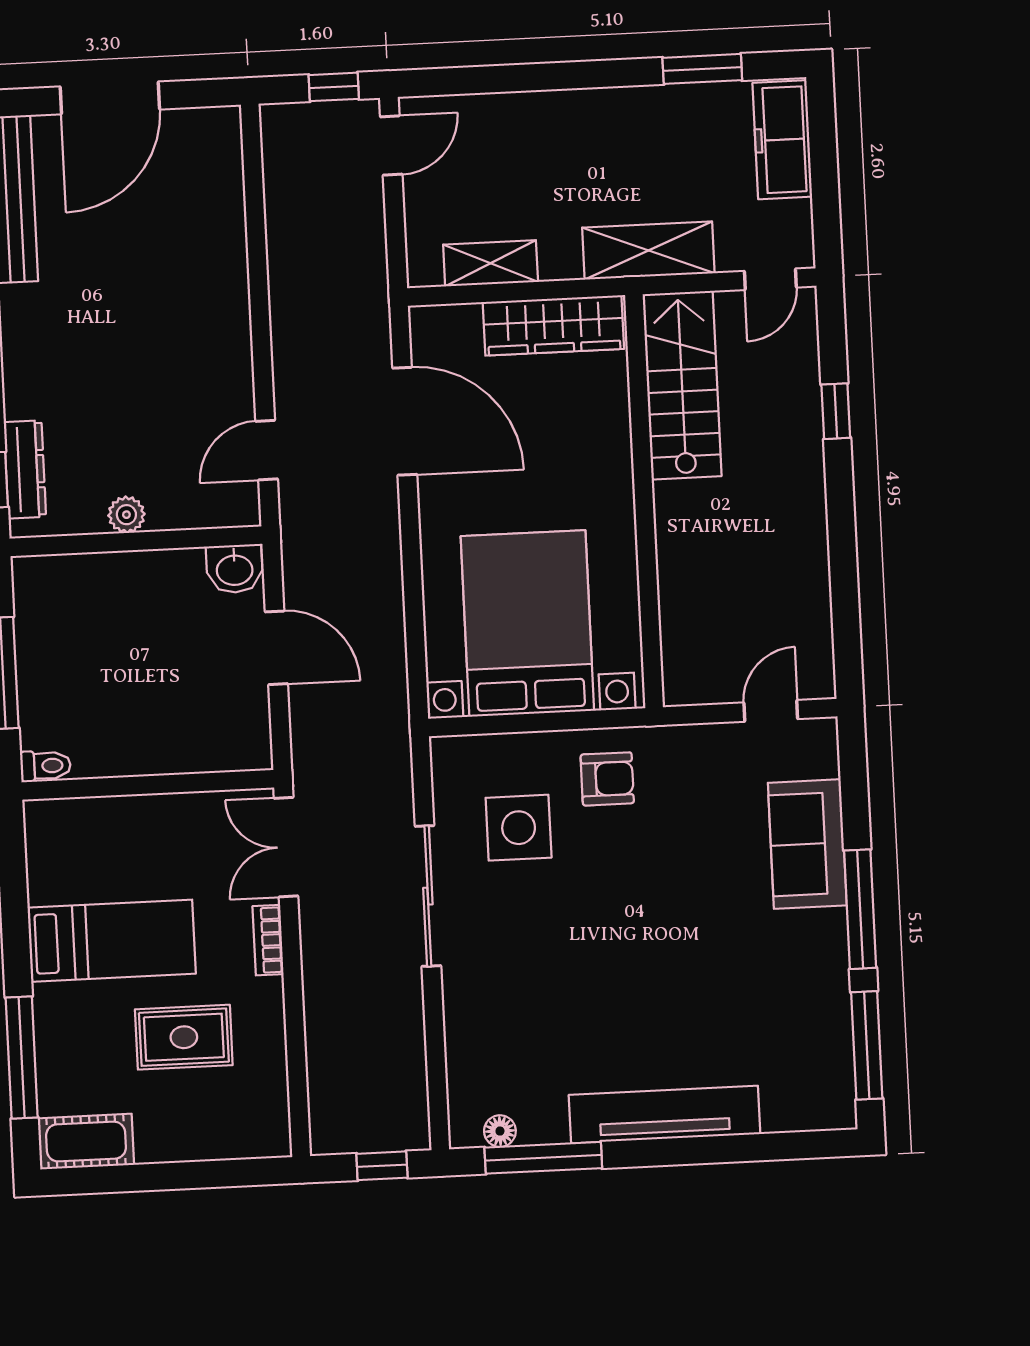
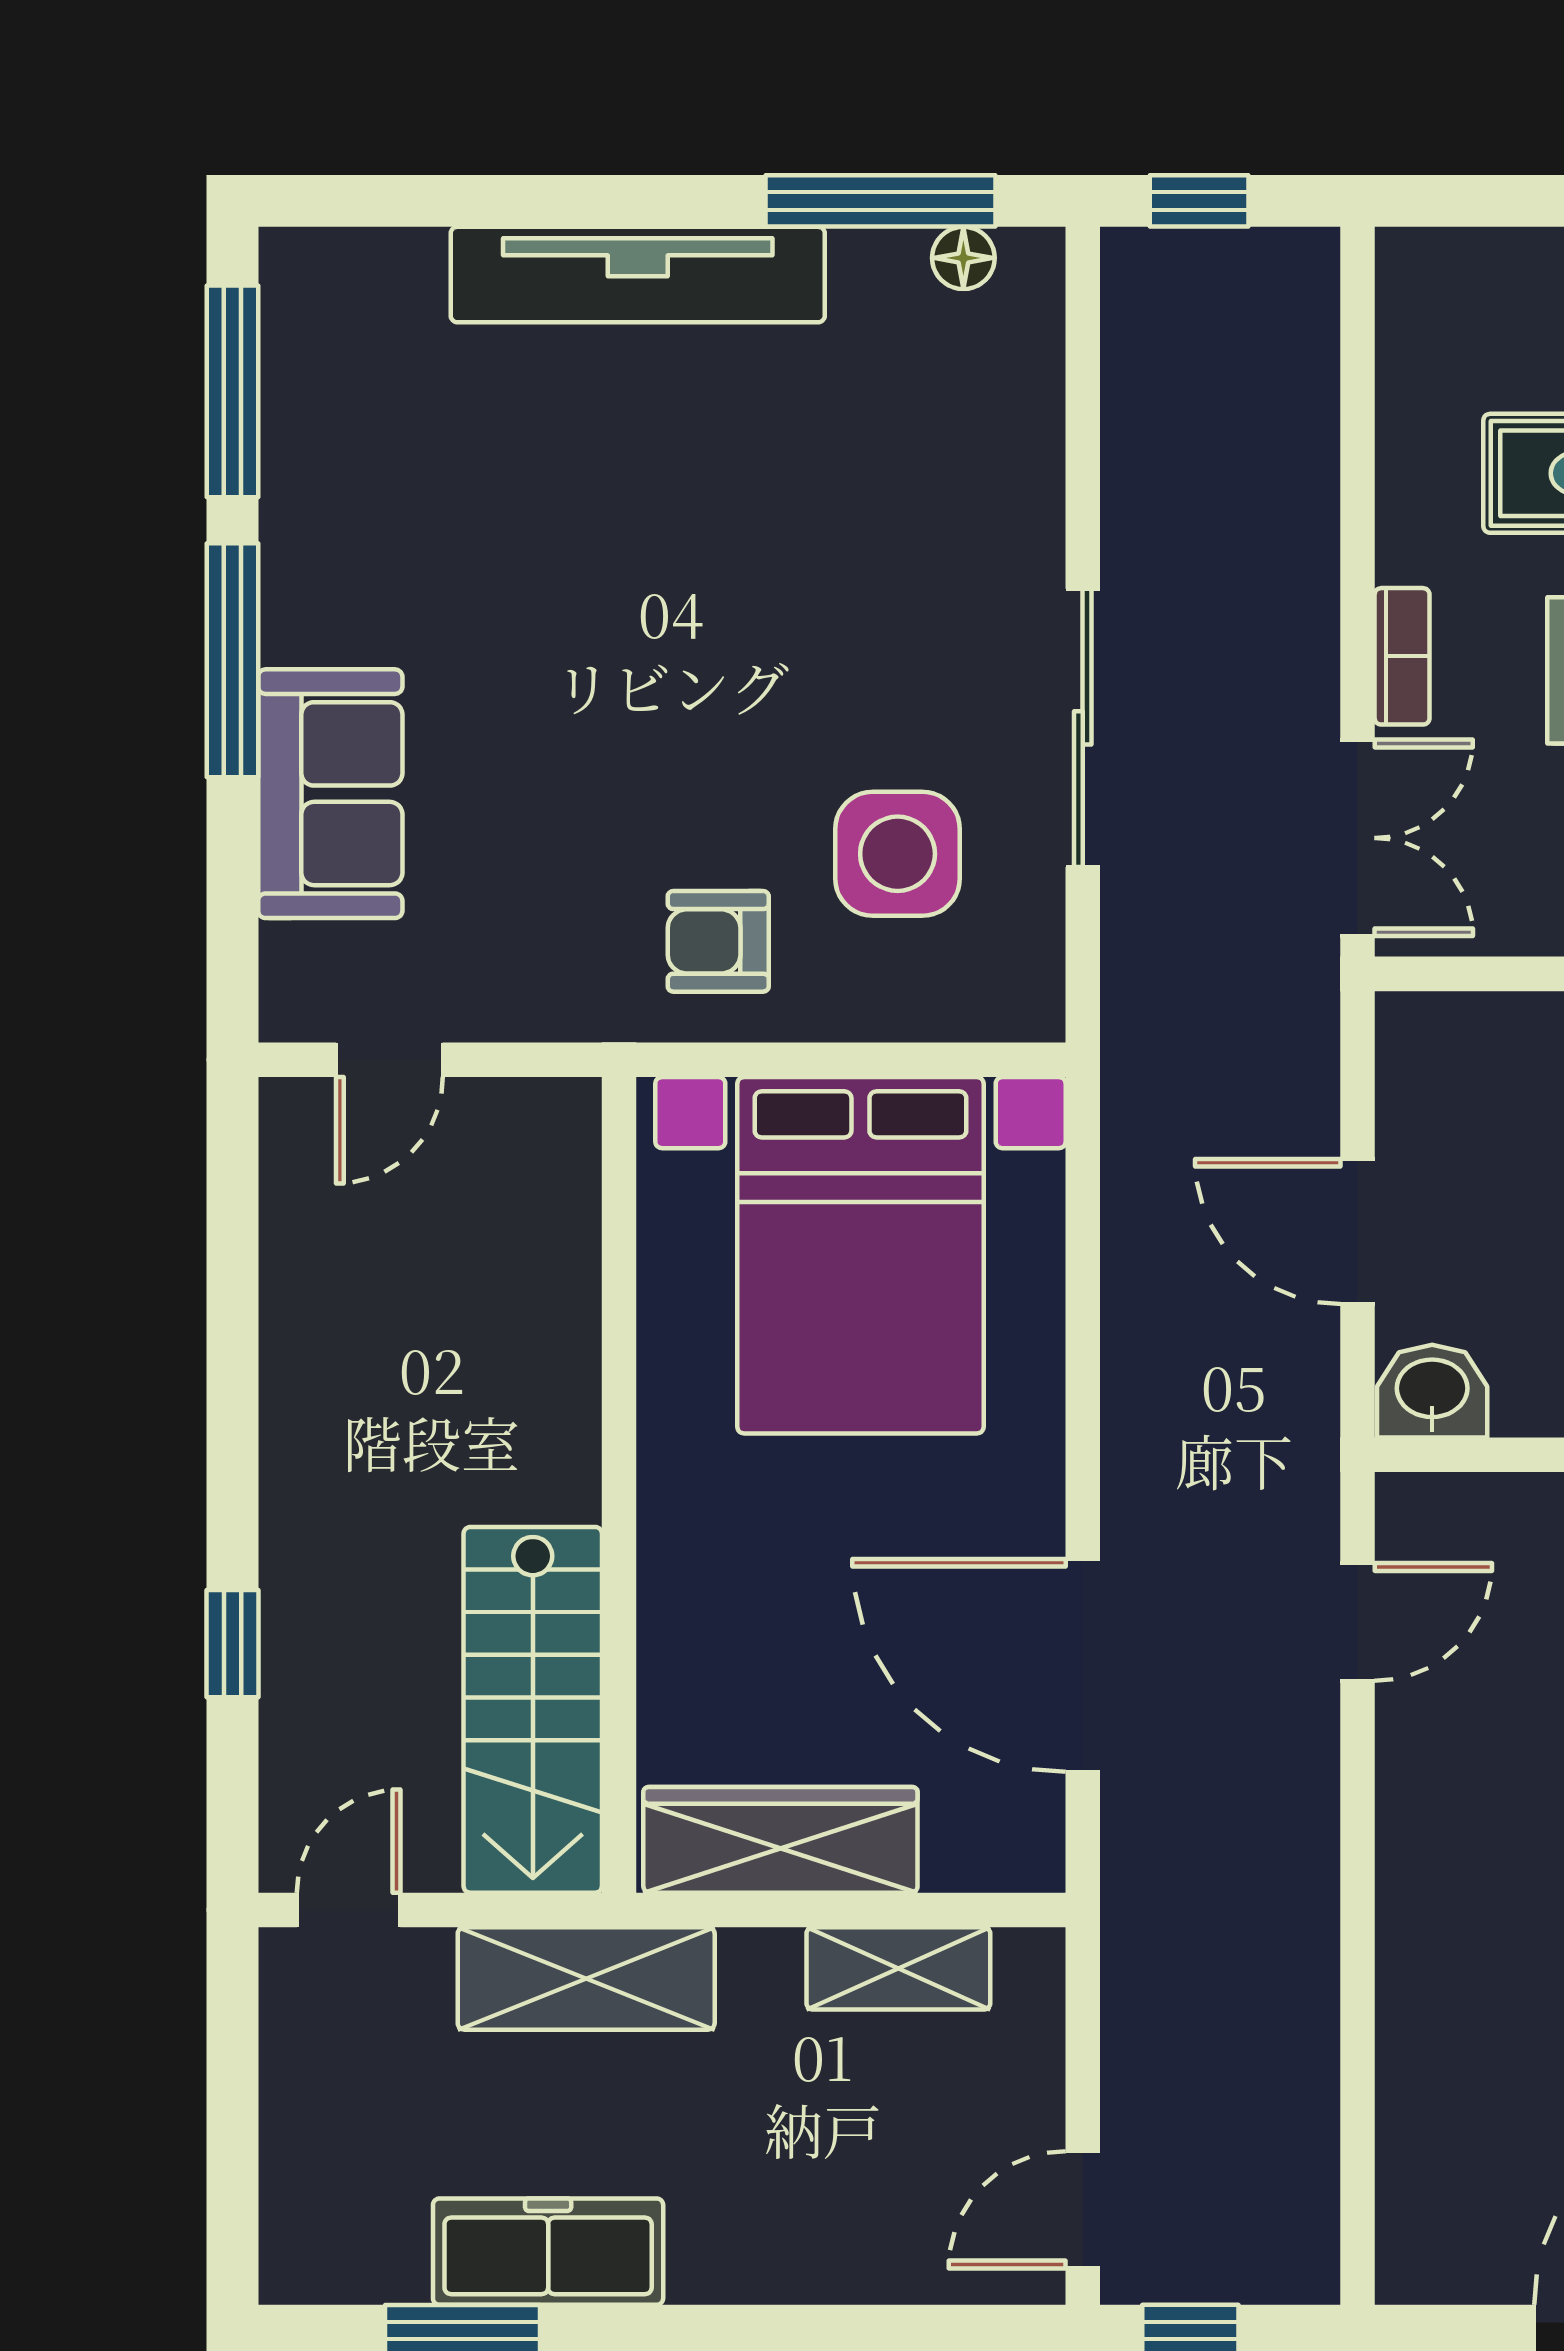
freezer: (782, 140) -> (548, 2252), moved, turned -90

